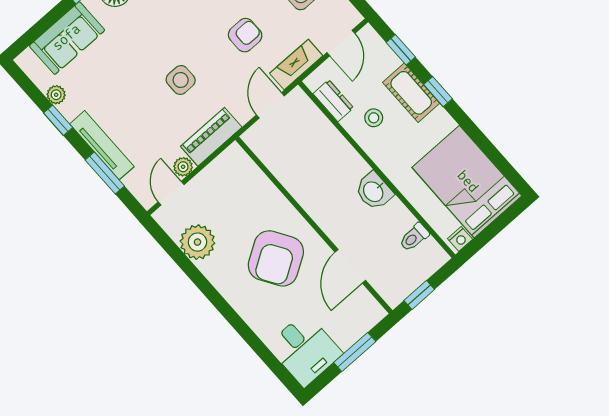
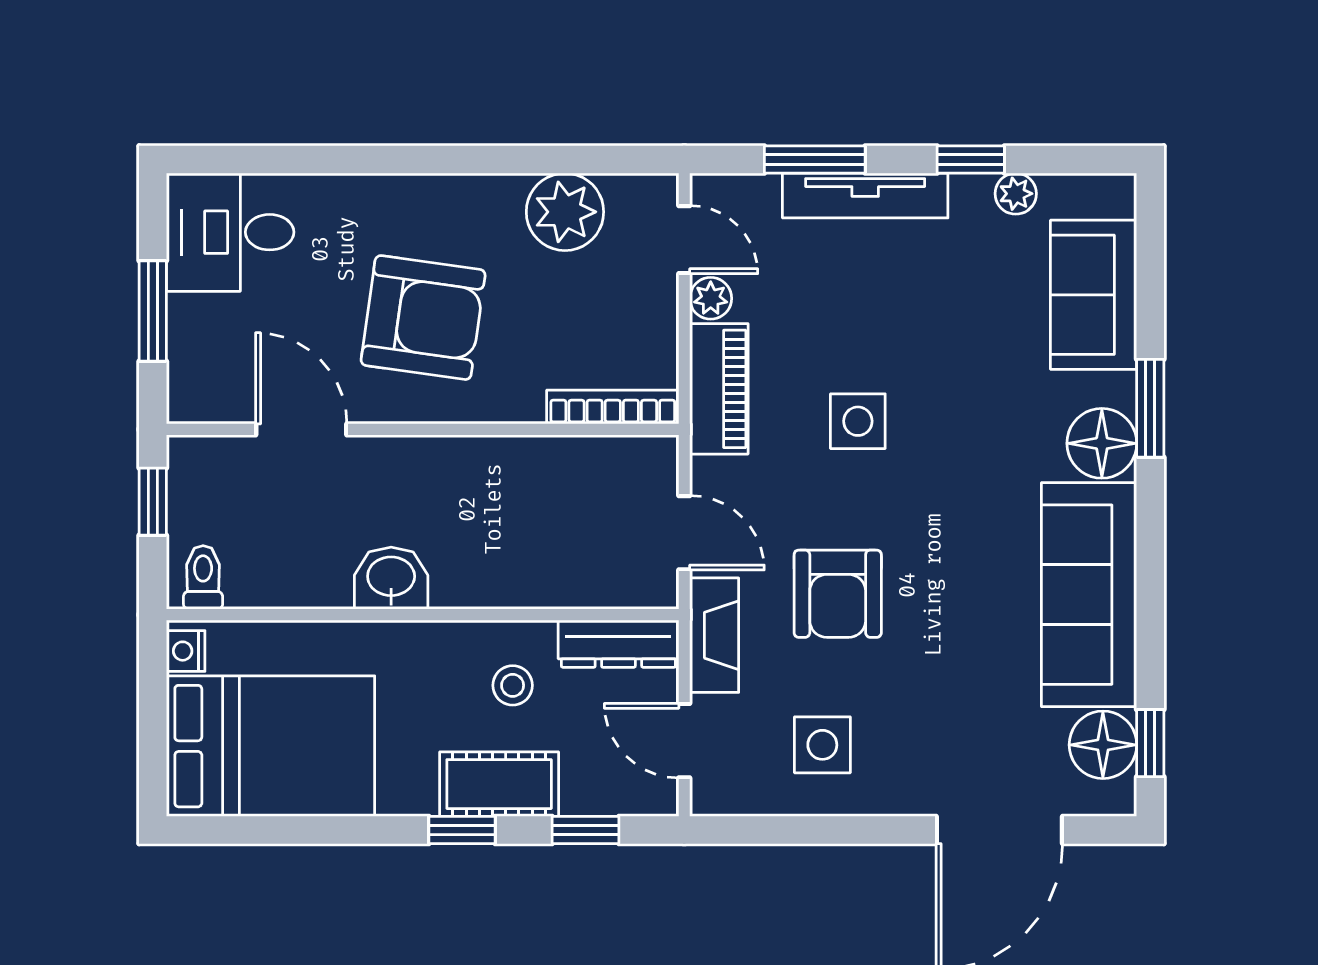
armchair: (245, 35) -> (838, 594), width x1.38, depth x1.38
dresser: (333, 101) -> (618, 644), width x1.44
bookcase: (249, 167) -> (613, 407), added
toilet: (414, 237) -> (203, 577), moved
armchair: (276, 258) -> (423, 318), turned 130

